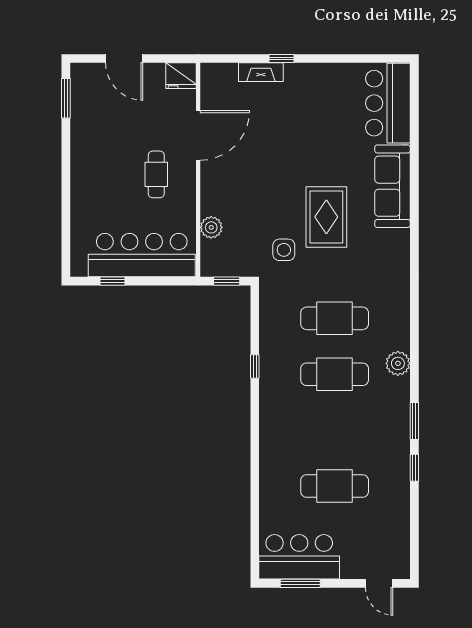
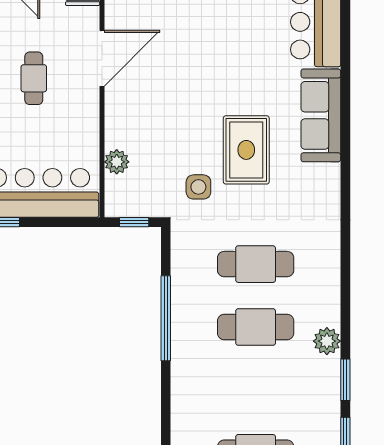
cafe table: (156, 174) -> (34, 78), moved
plant: (398, 363) -> (327, 341), moved
window: (255, 366) -> (166, 318), width x3.17

